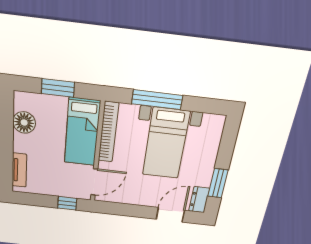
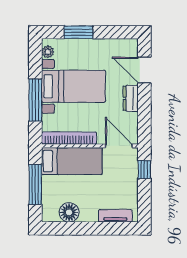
window: (58, 88) -> (35, 185), width x1.44
plant: (210, 120) -> (48, 52), added
window: (218, 183) -> (78, 32), moved
dresser: (199, 200) -> (131, 98), moved, turned 90

